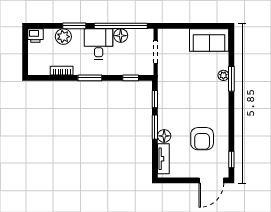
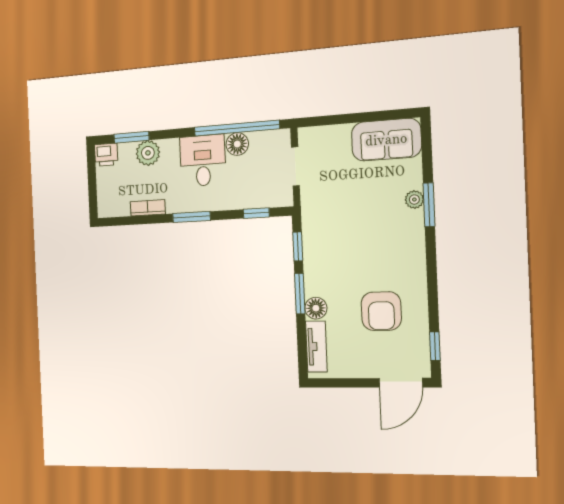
window: (74, 26) -> (131, 137), moved

